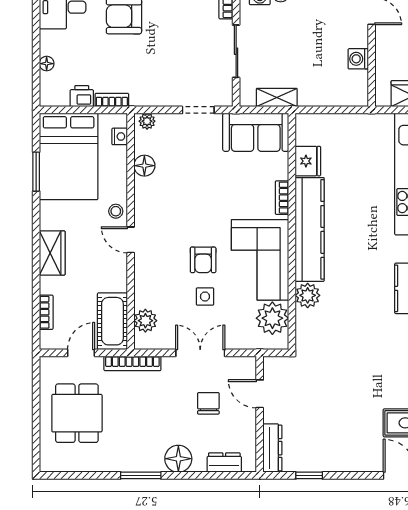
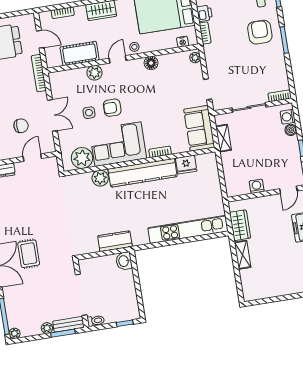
floor lamp: (144, 166) -> (151, 63), moved
cot: (112, 321) -> (80, 53), moved
plant: (145, 321) -> (95, 73), moved

